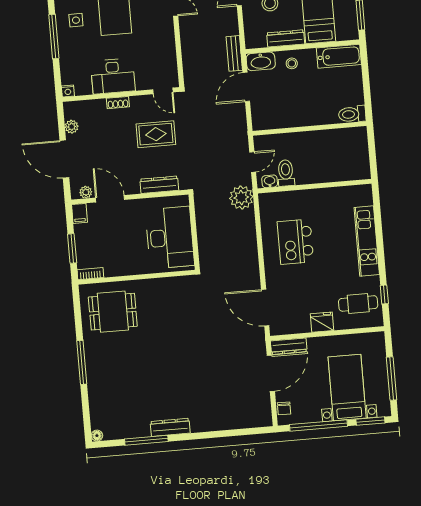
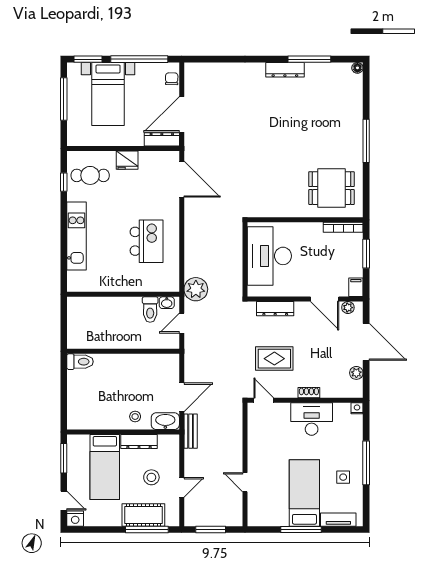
bathtub: (339, 56) -> (88, 420), removed
bookcase: (90, 274) -> (343, 227), width x1.56

